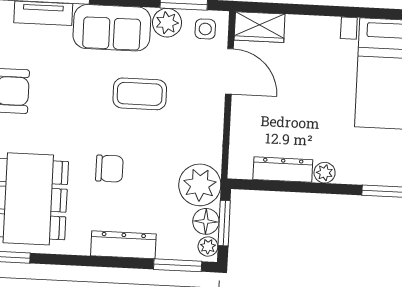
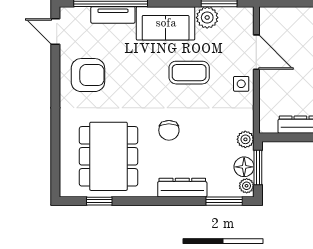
wardrobe: (260, 27) -> (278, 17), removed
side table: (205, 29) -> (241, 84), moved
chair: (109, 169) -> (169, 130), turned 90
plant: (200, 185) -> (245, 139), width x0.53, depth x0.53

